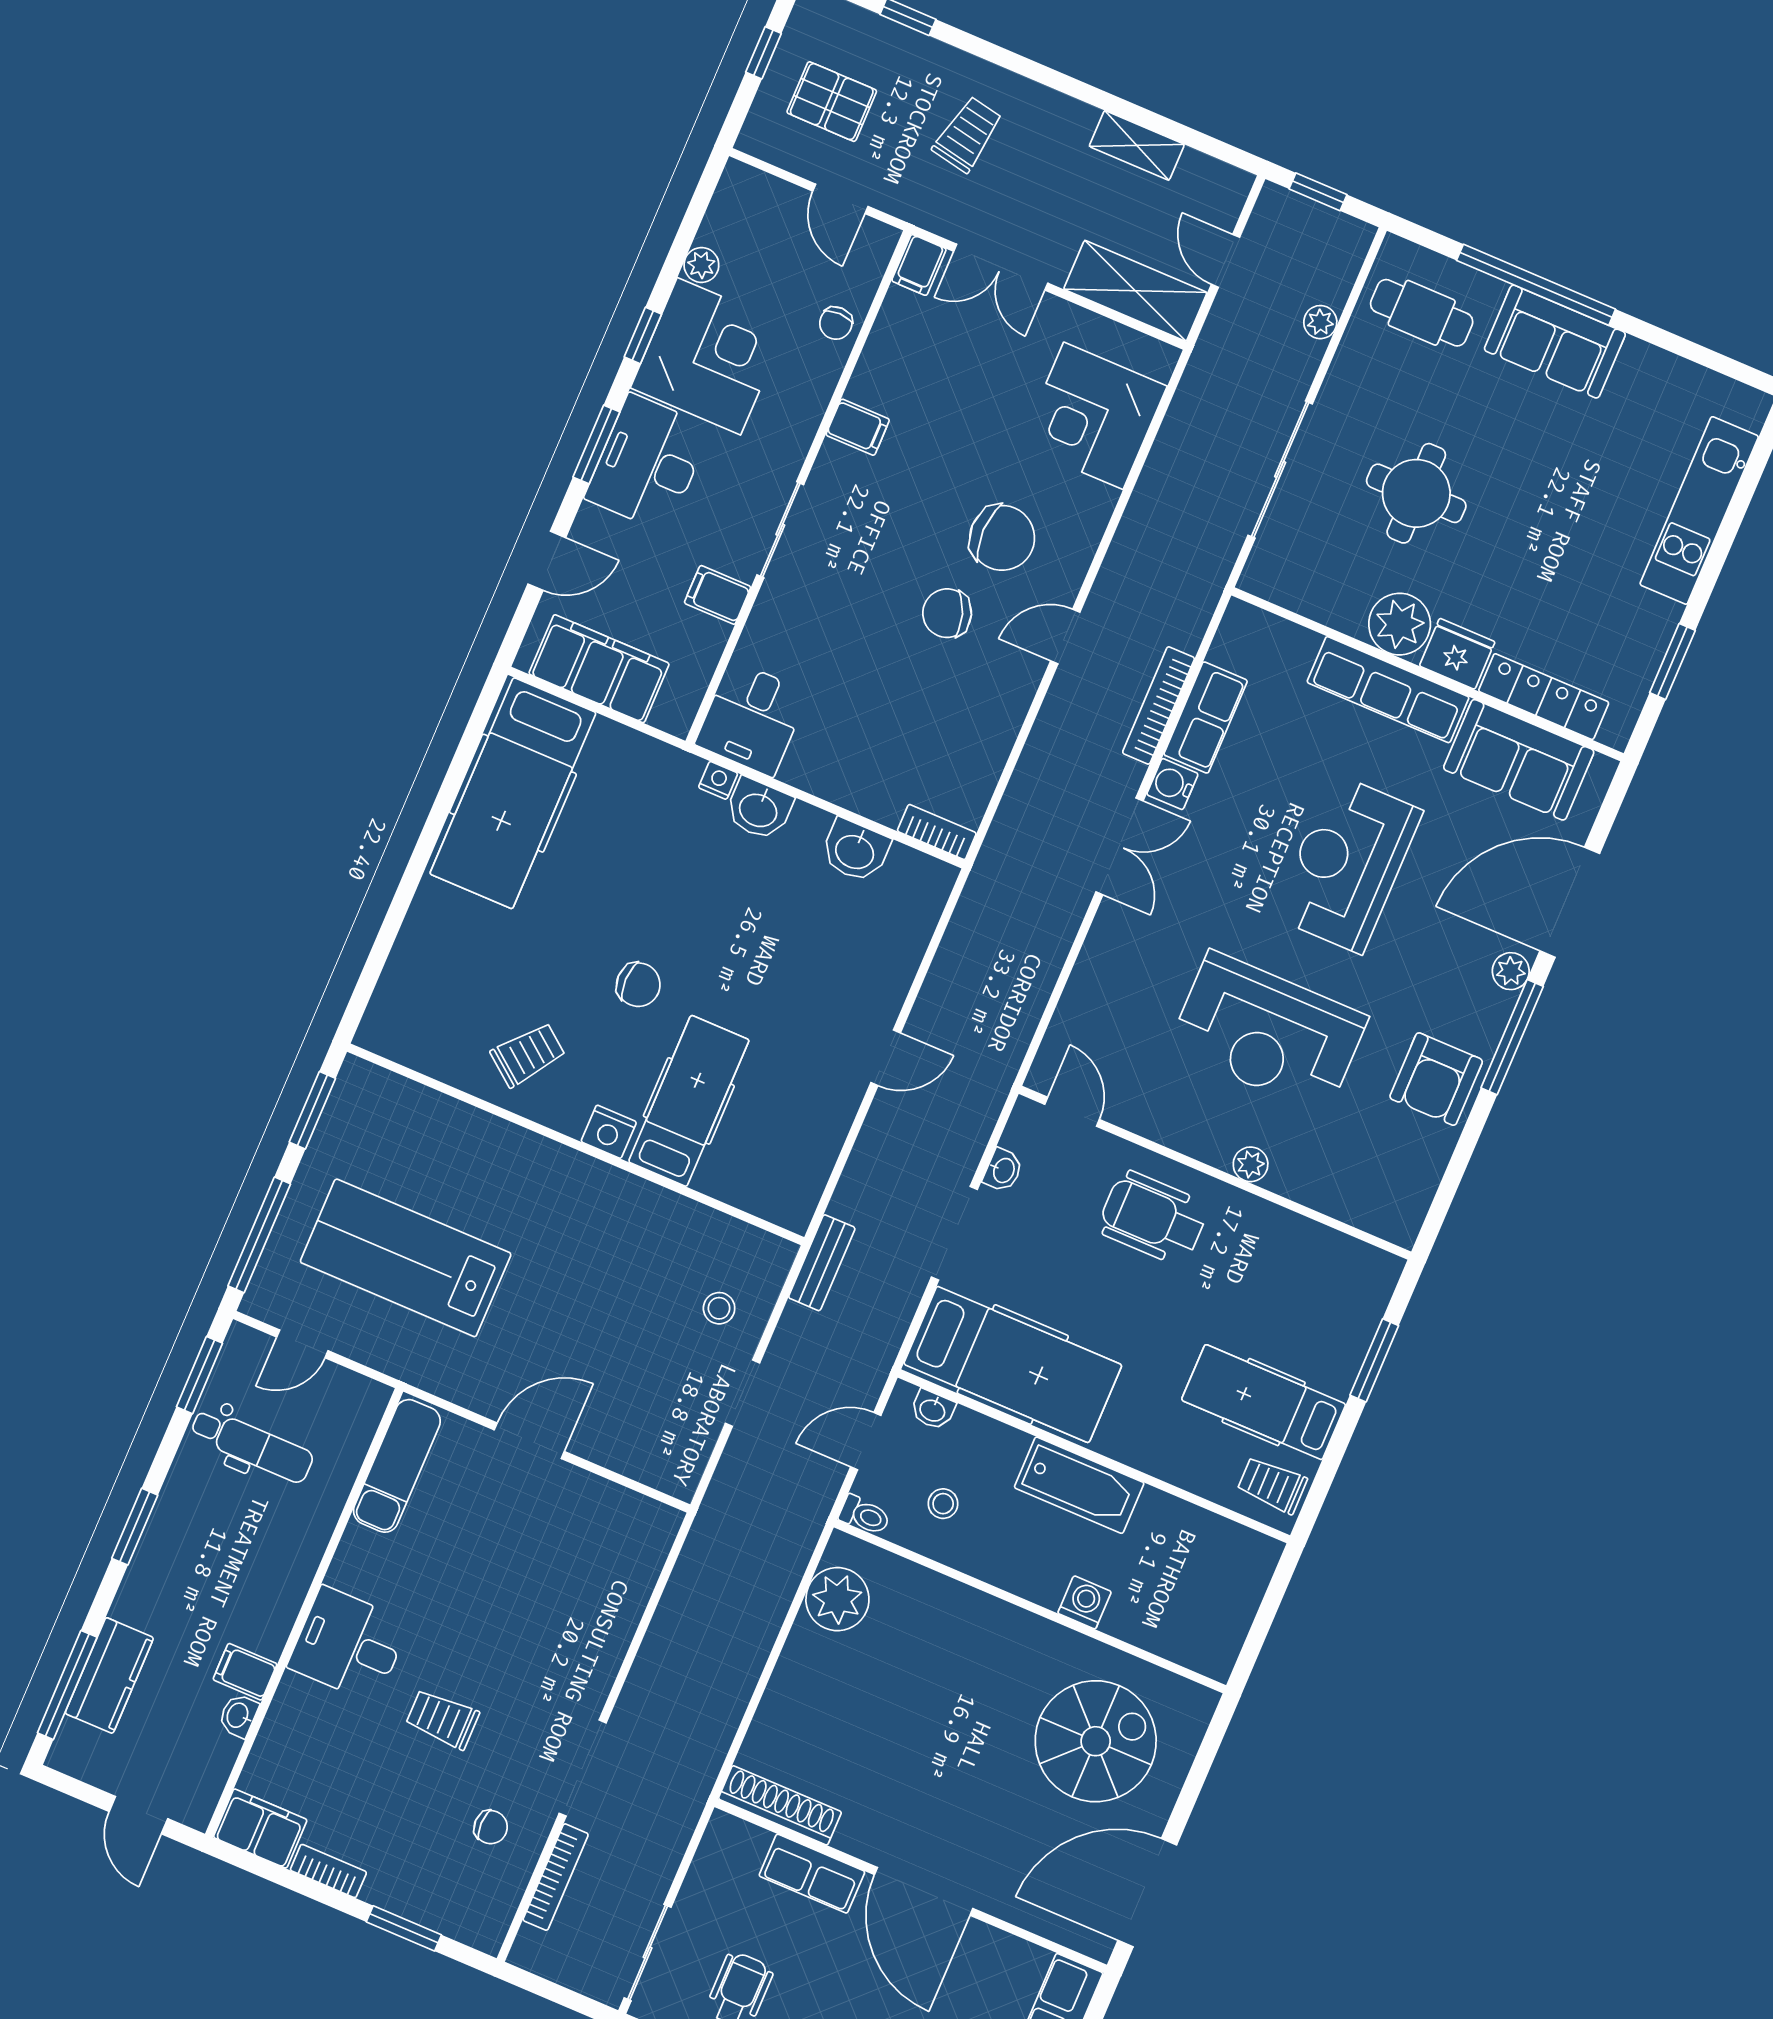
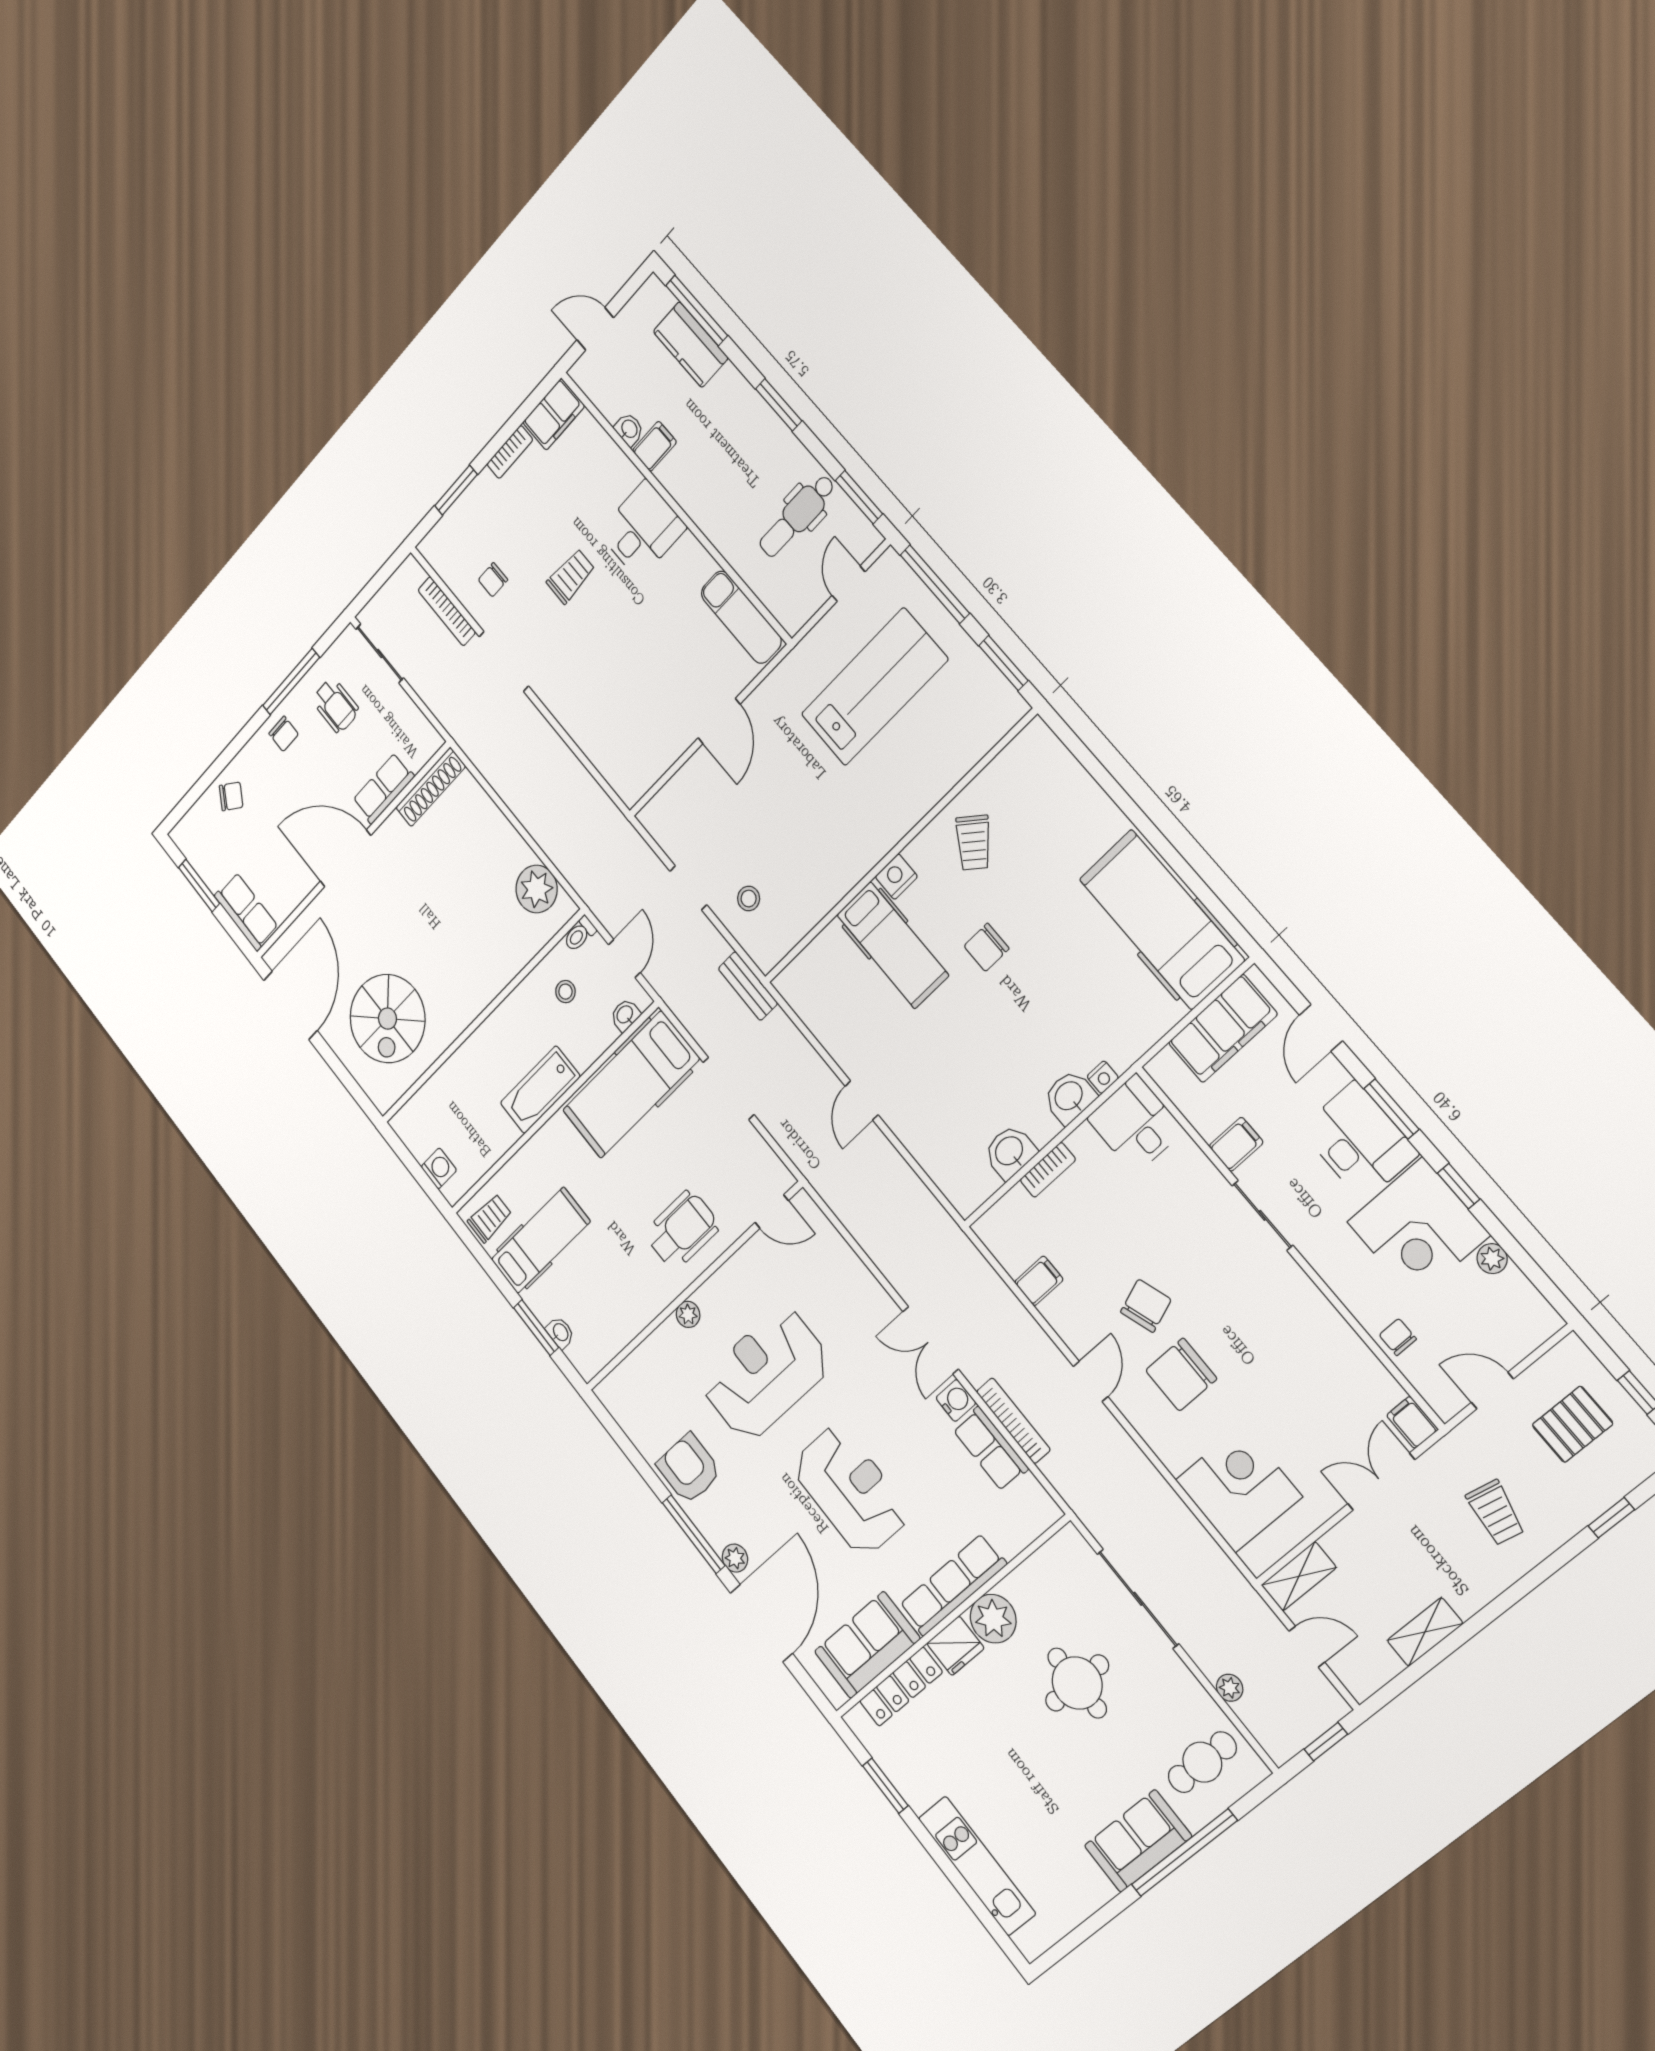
shelving: (1135, 291) -> (1299, 1576), width x0.67, depth x0.75
filing cabinet: (858, 427) -> (1039, 1281), moved, turned 180
bookcase: (937, 832) -> (1048, 1170), moved
washbasin: (1003, 1170) -> (560, 1333), moved, turned 180
washing machine: (1085, 1602) -> (439, 1168), moved, turned -90

